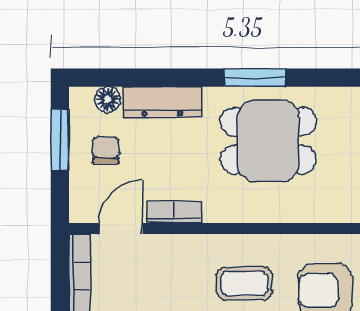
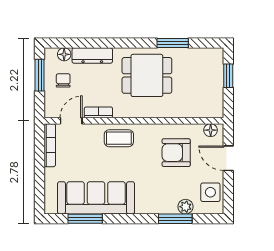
window: (255, 78) -> (173, 43), moved
coffee table: (244, 283) -> (119, 138), moved

